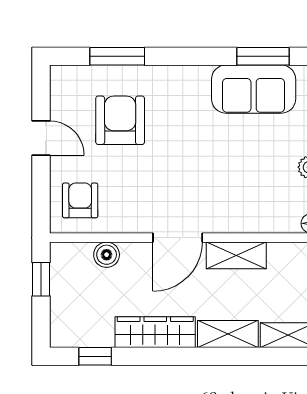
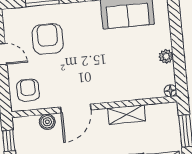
door: (178, 238) -> (76, 109), moved

